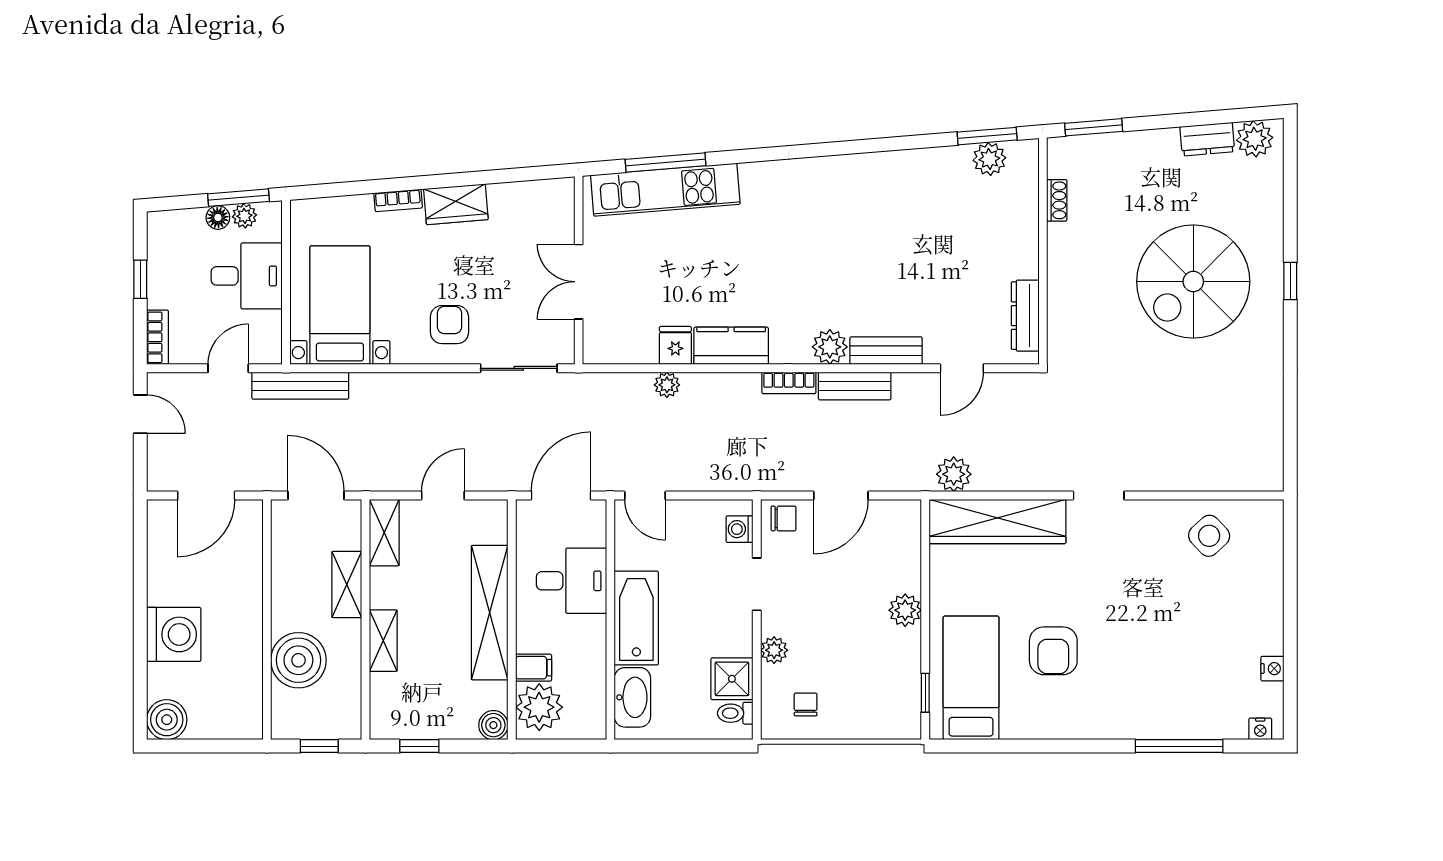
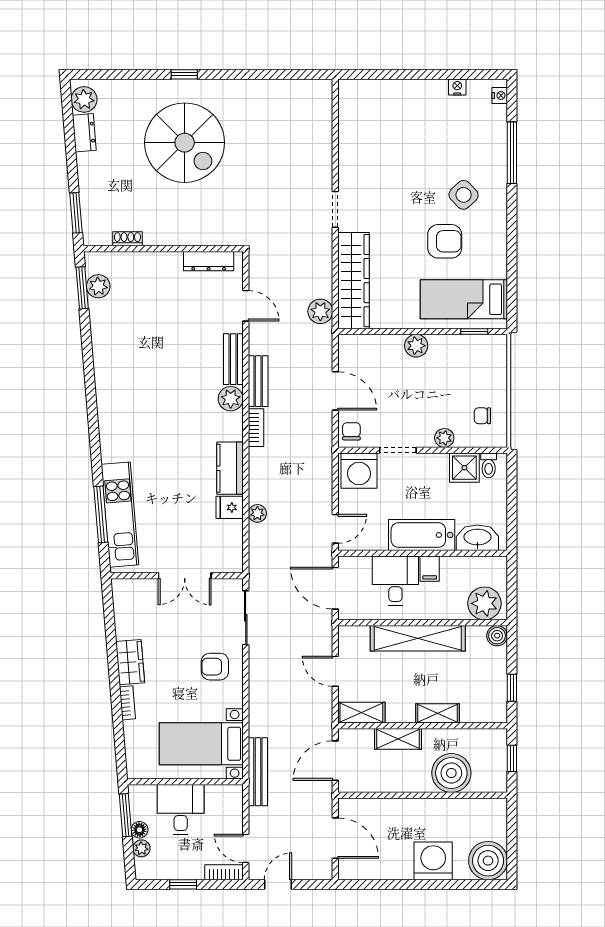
plant: (244, 216) -> (141, 848), moved
door: (228, 368) -> (246, 848), moved
washing machine: (740, 529) -> (359, 471), width x1.89, depth x1.89
side table: (1209, 536) -> (464, 195), moved
filing cabinet: (534, 668) -> (430, 569), moved, turned 180
boiler: (167, 720) -> (488, 861), width x1.37, depth x1.37

